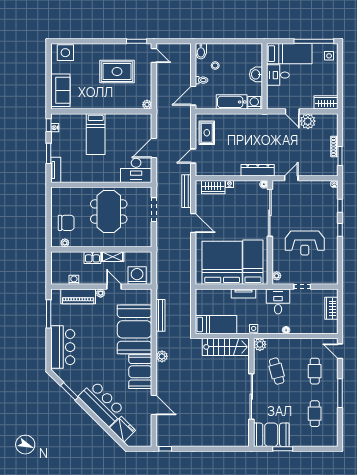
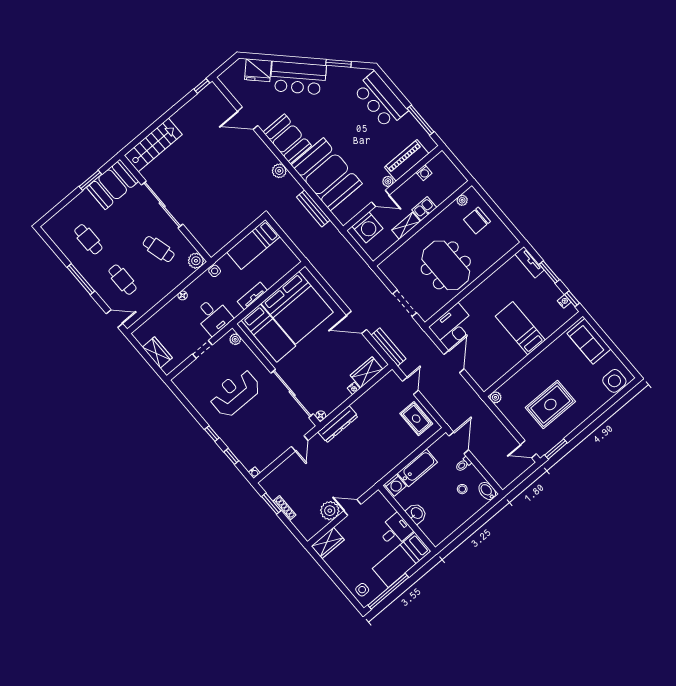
stairs: (226, 347) -> (153, 145), moved, turned 180

